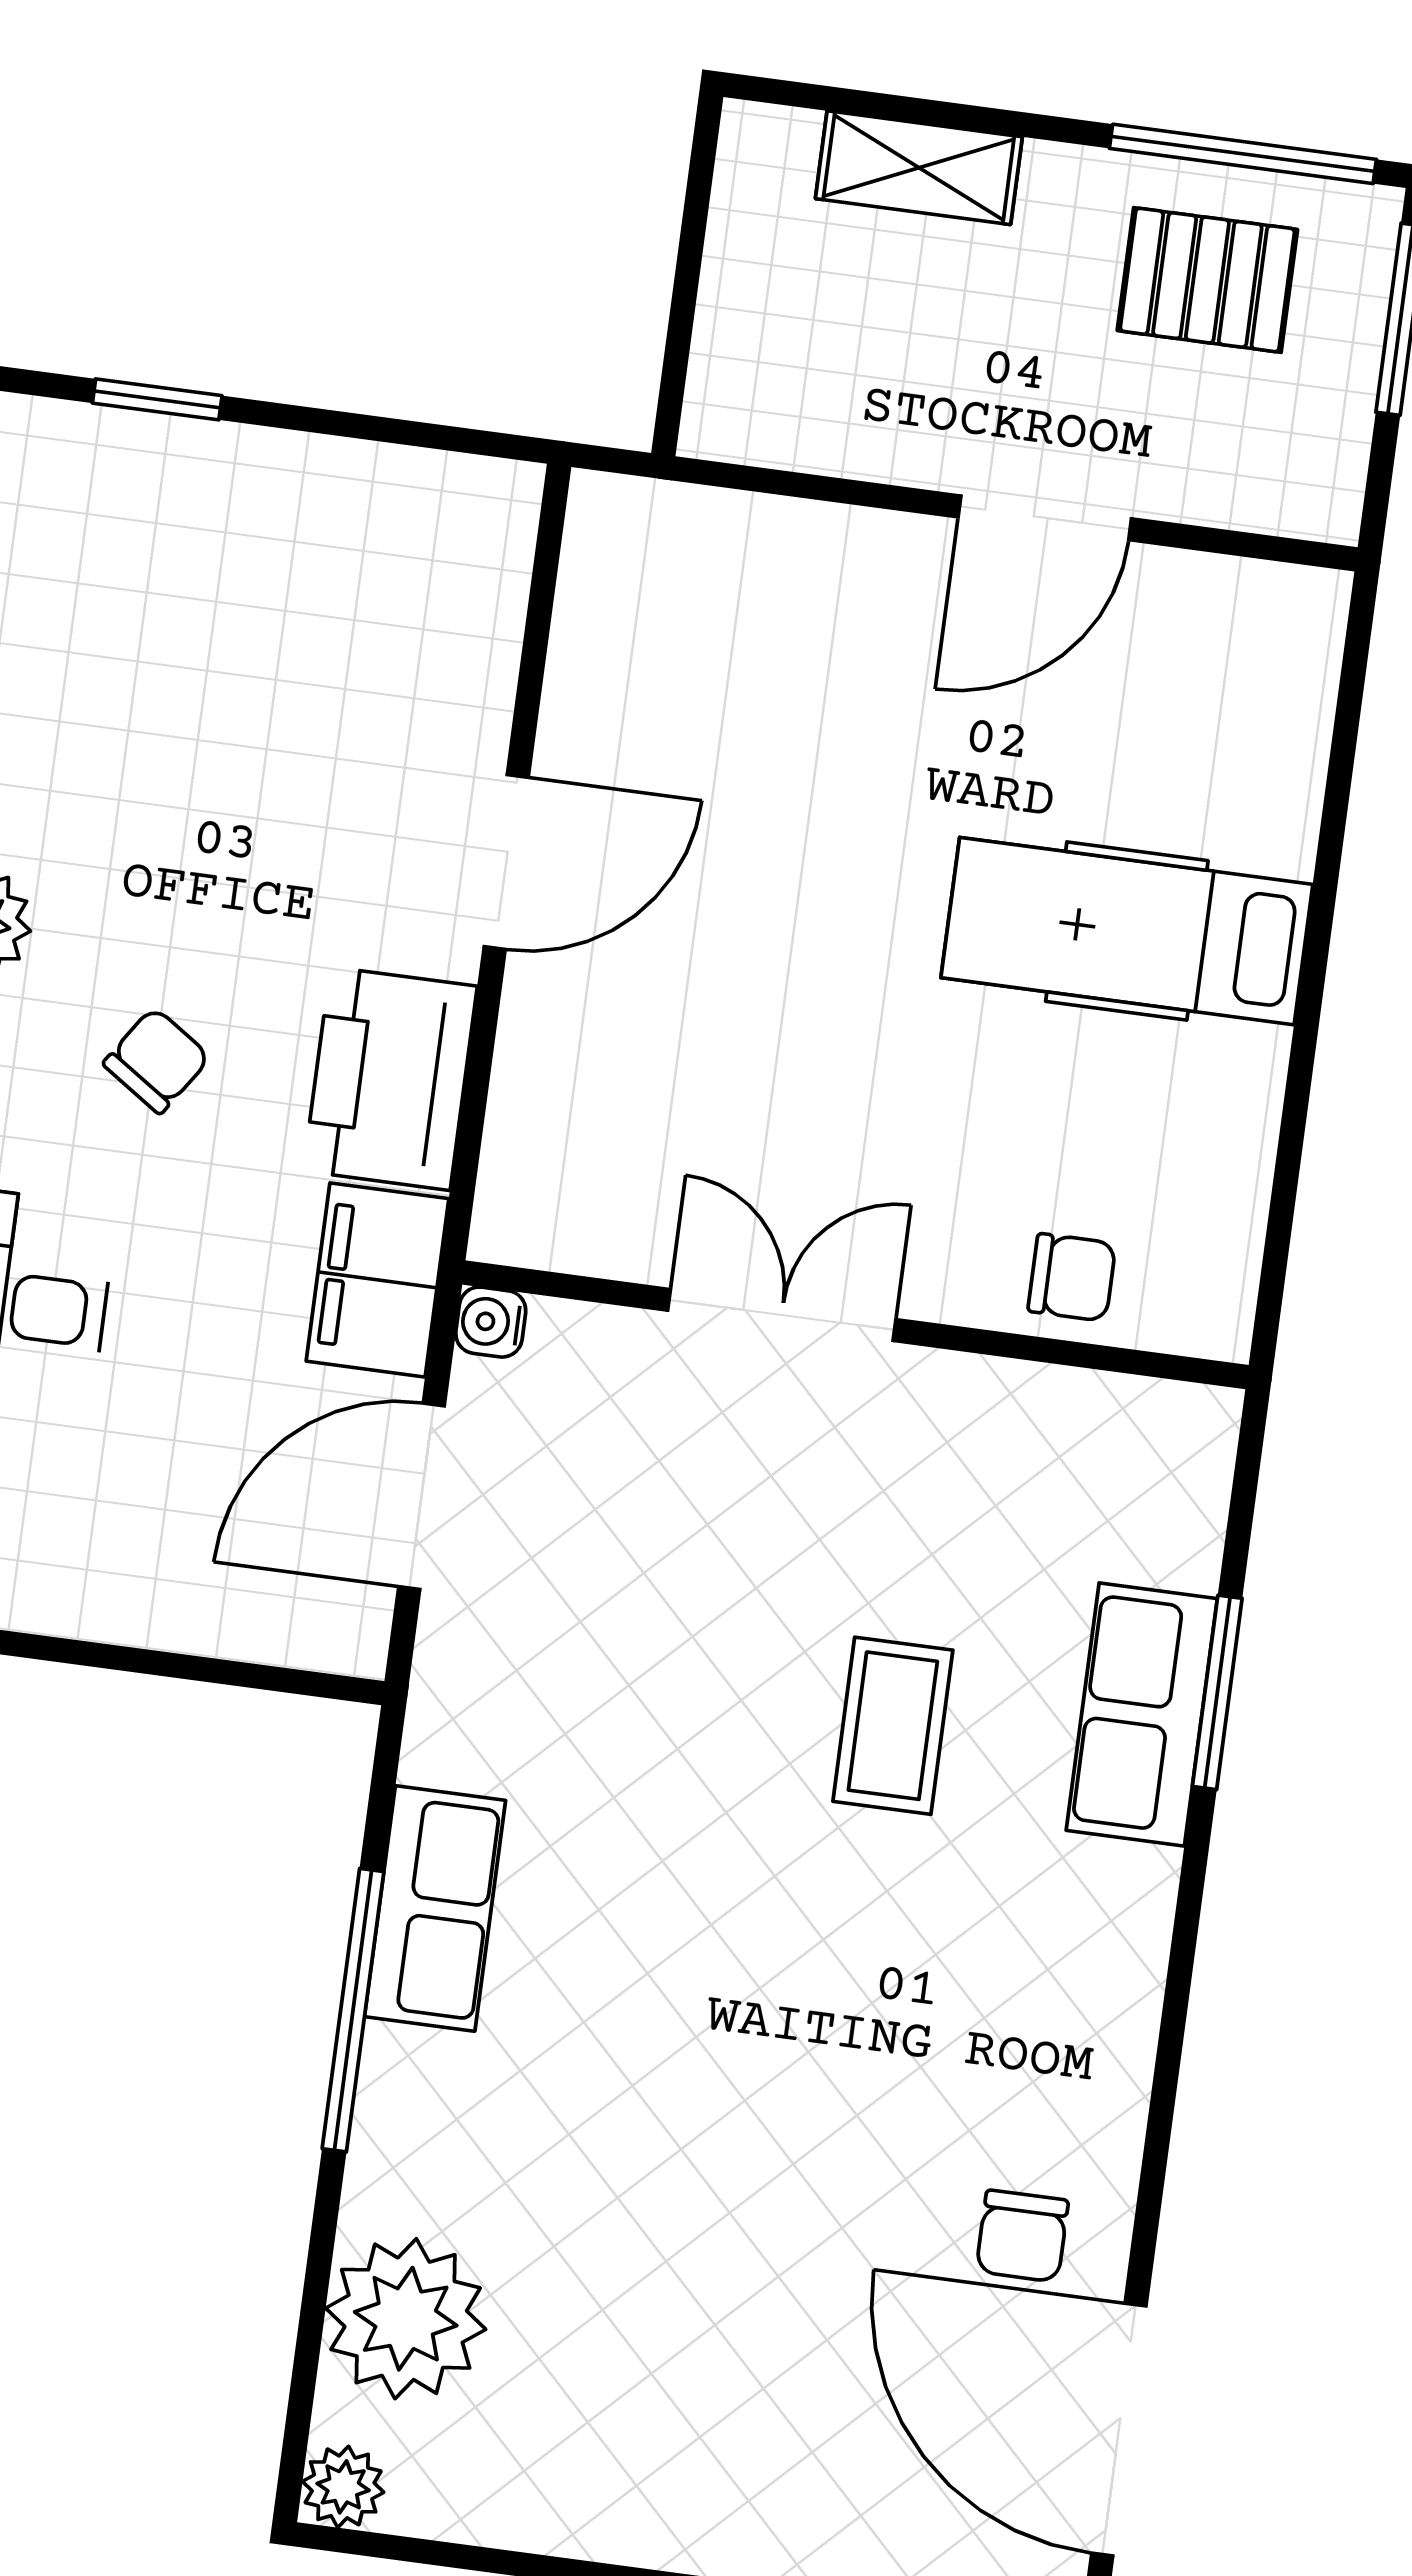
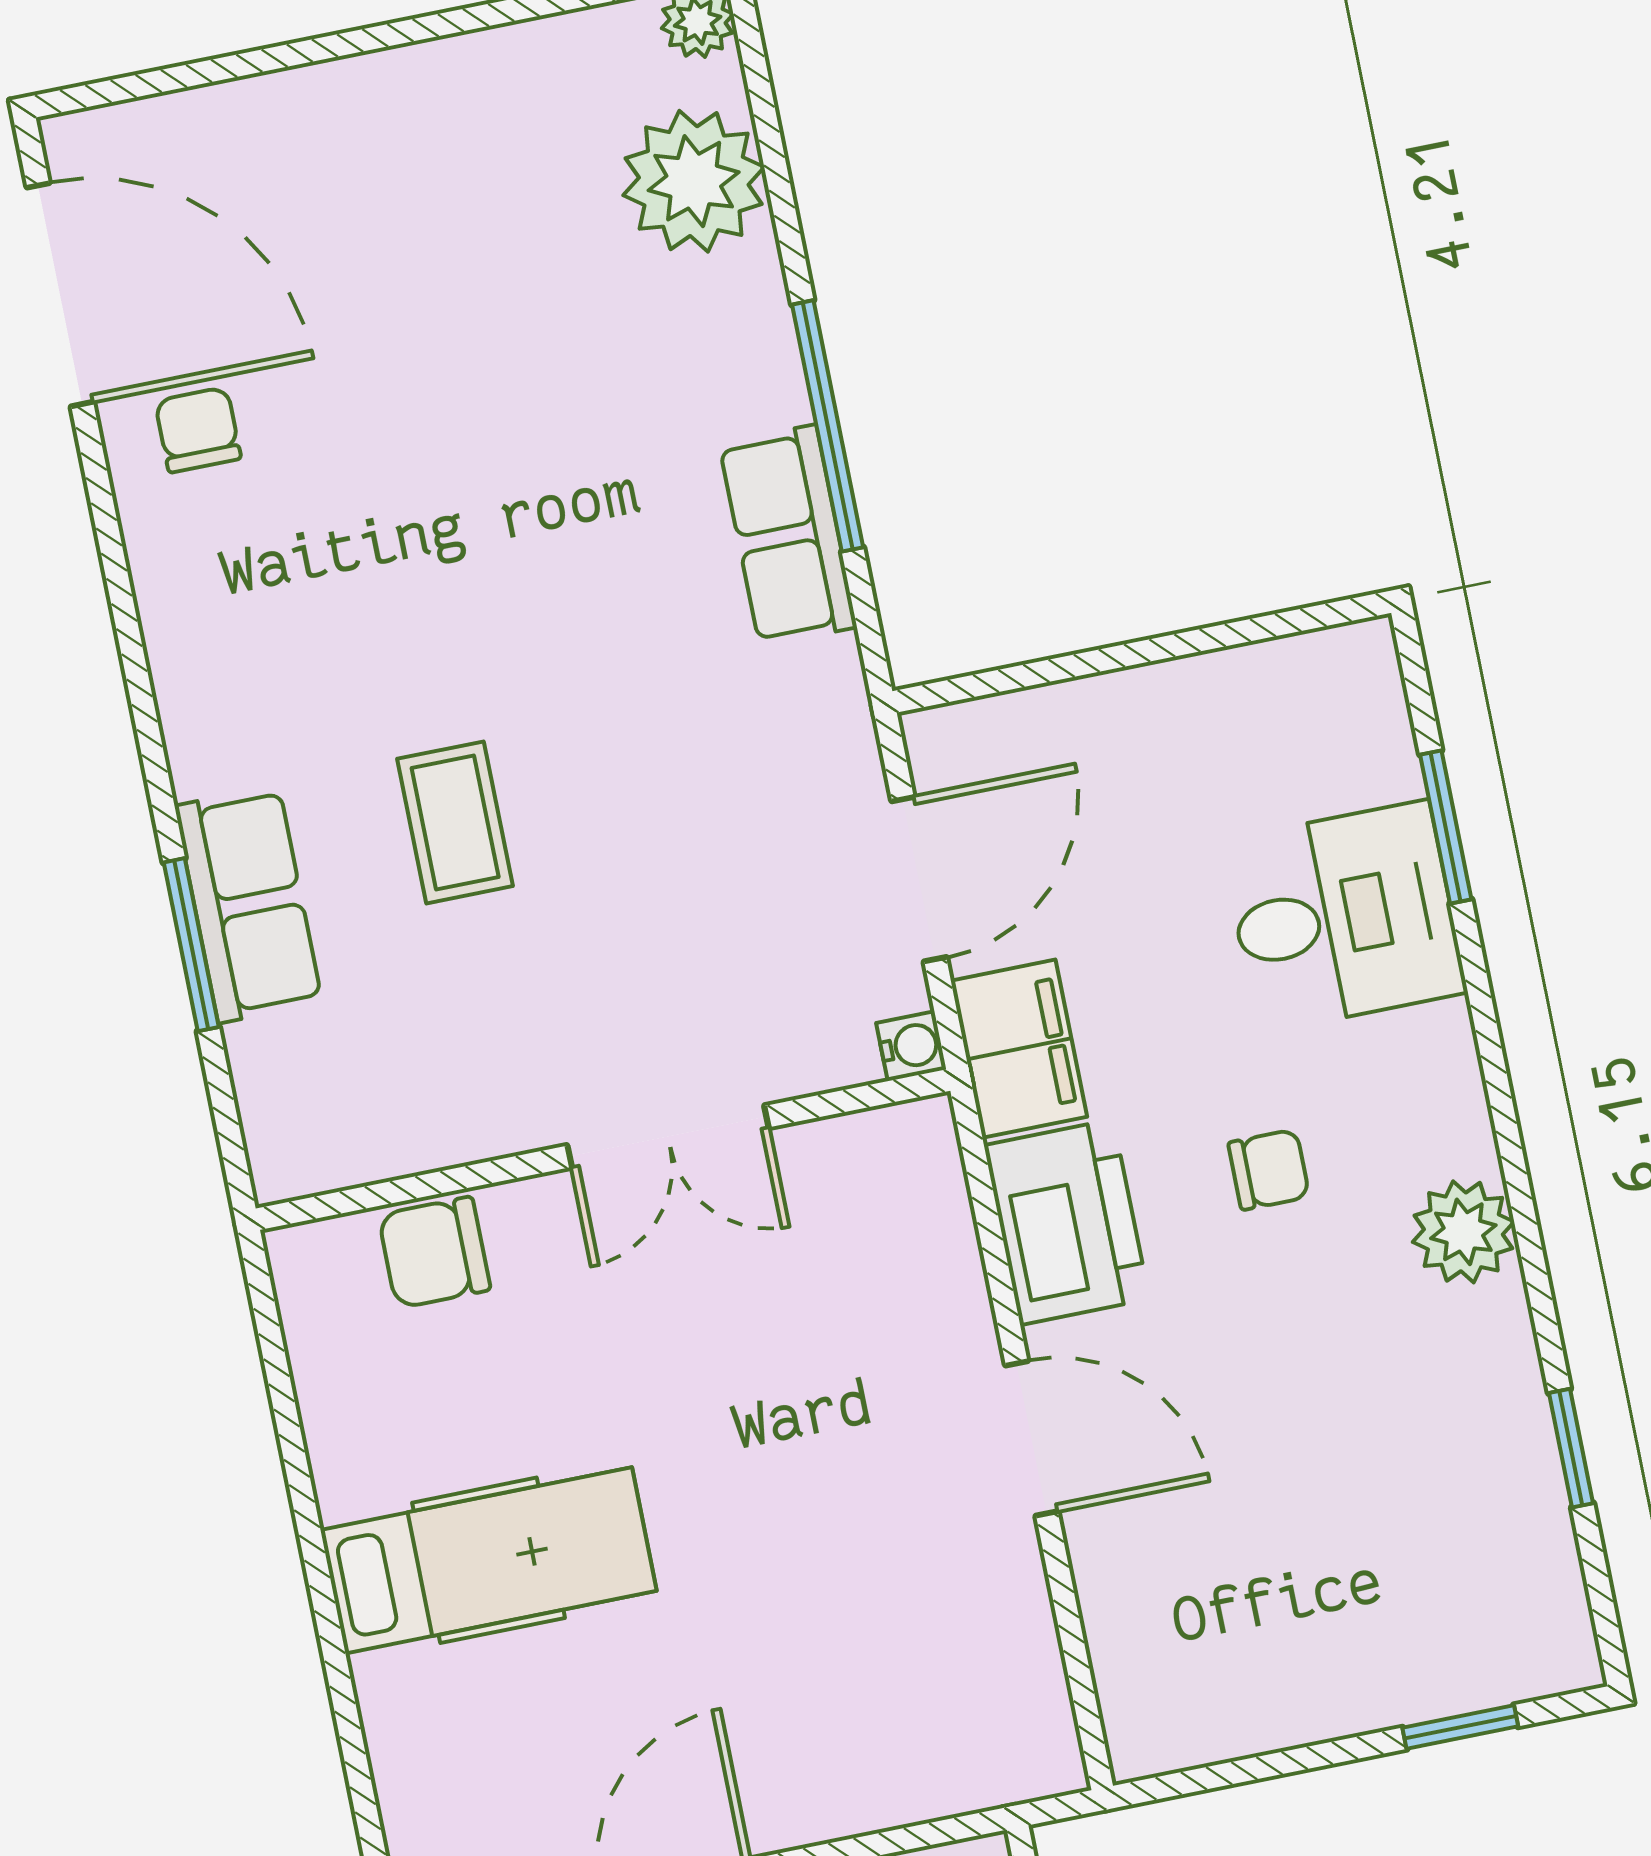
door: (506, 862) -> (1032, 1438), swing flipped
chair: (157, 1060) -> (1269, 1170), turned -124
chair: (1072, 1277) -> (434, 1252), width x1.37, depth x1.37

